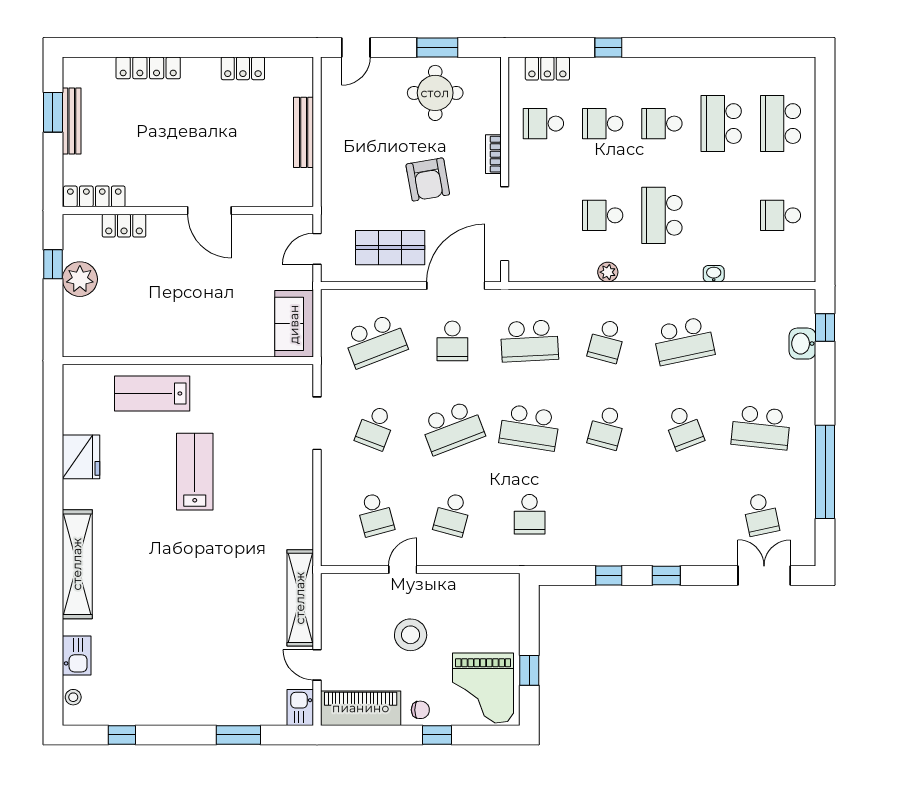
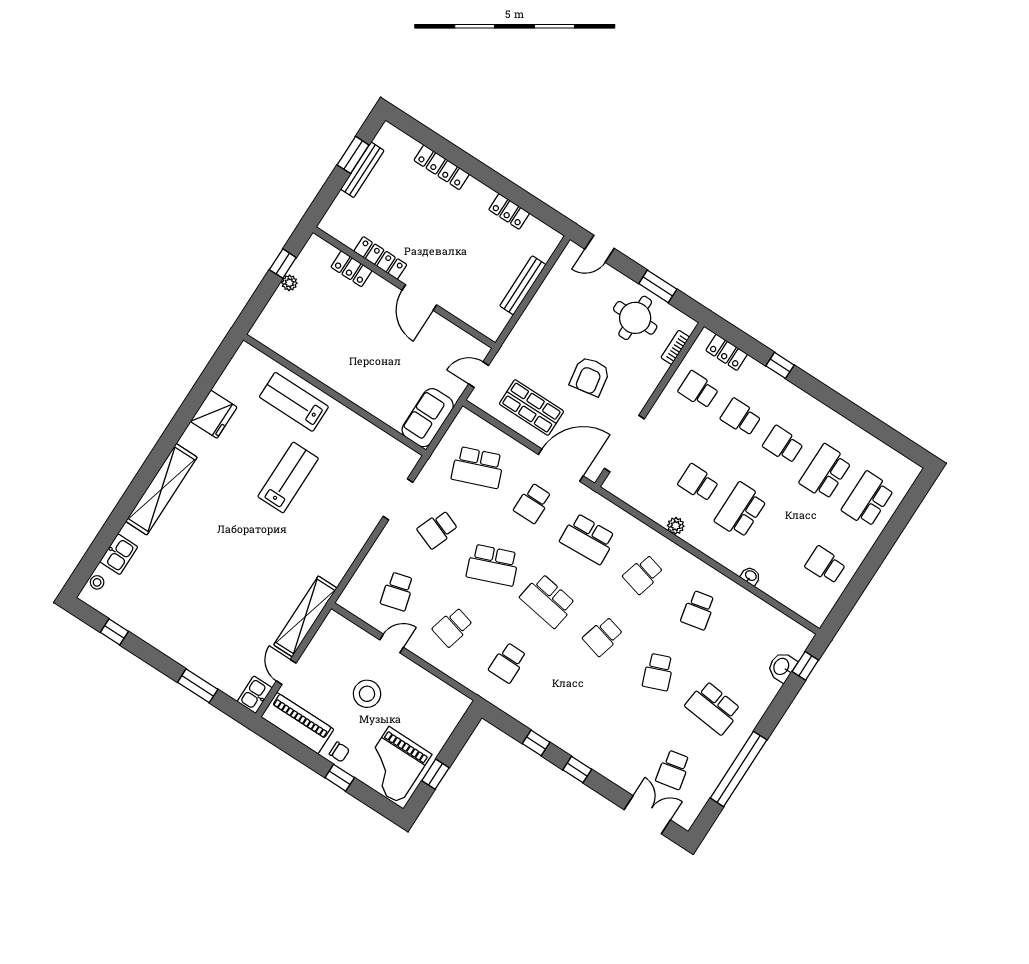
bookcase: (493, 154) -> (675, 347), moved
locker: (94, 196) -> (380, 258), moved
plant: (80, 279) -> (289, 283), width x0.53, depth x0.53
school desk: (684, 341) -> (698, 610), width x0.54

